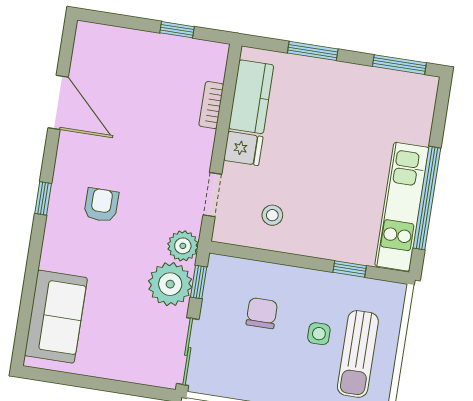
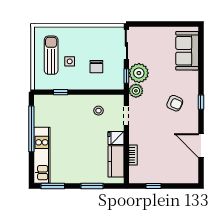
armchair: (101, 205) -> (175, 103), turned -66
kitchen unit: (402, 207) -> (42, 155), moved

